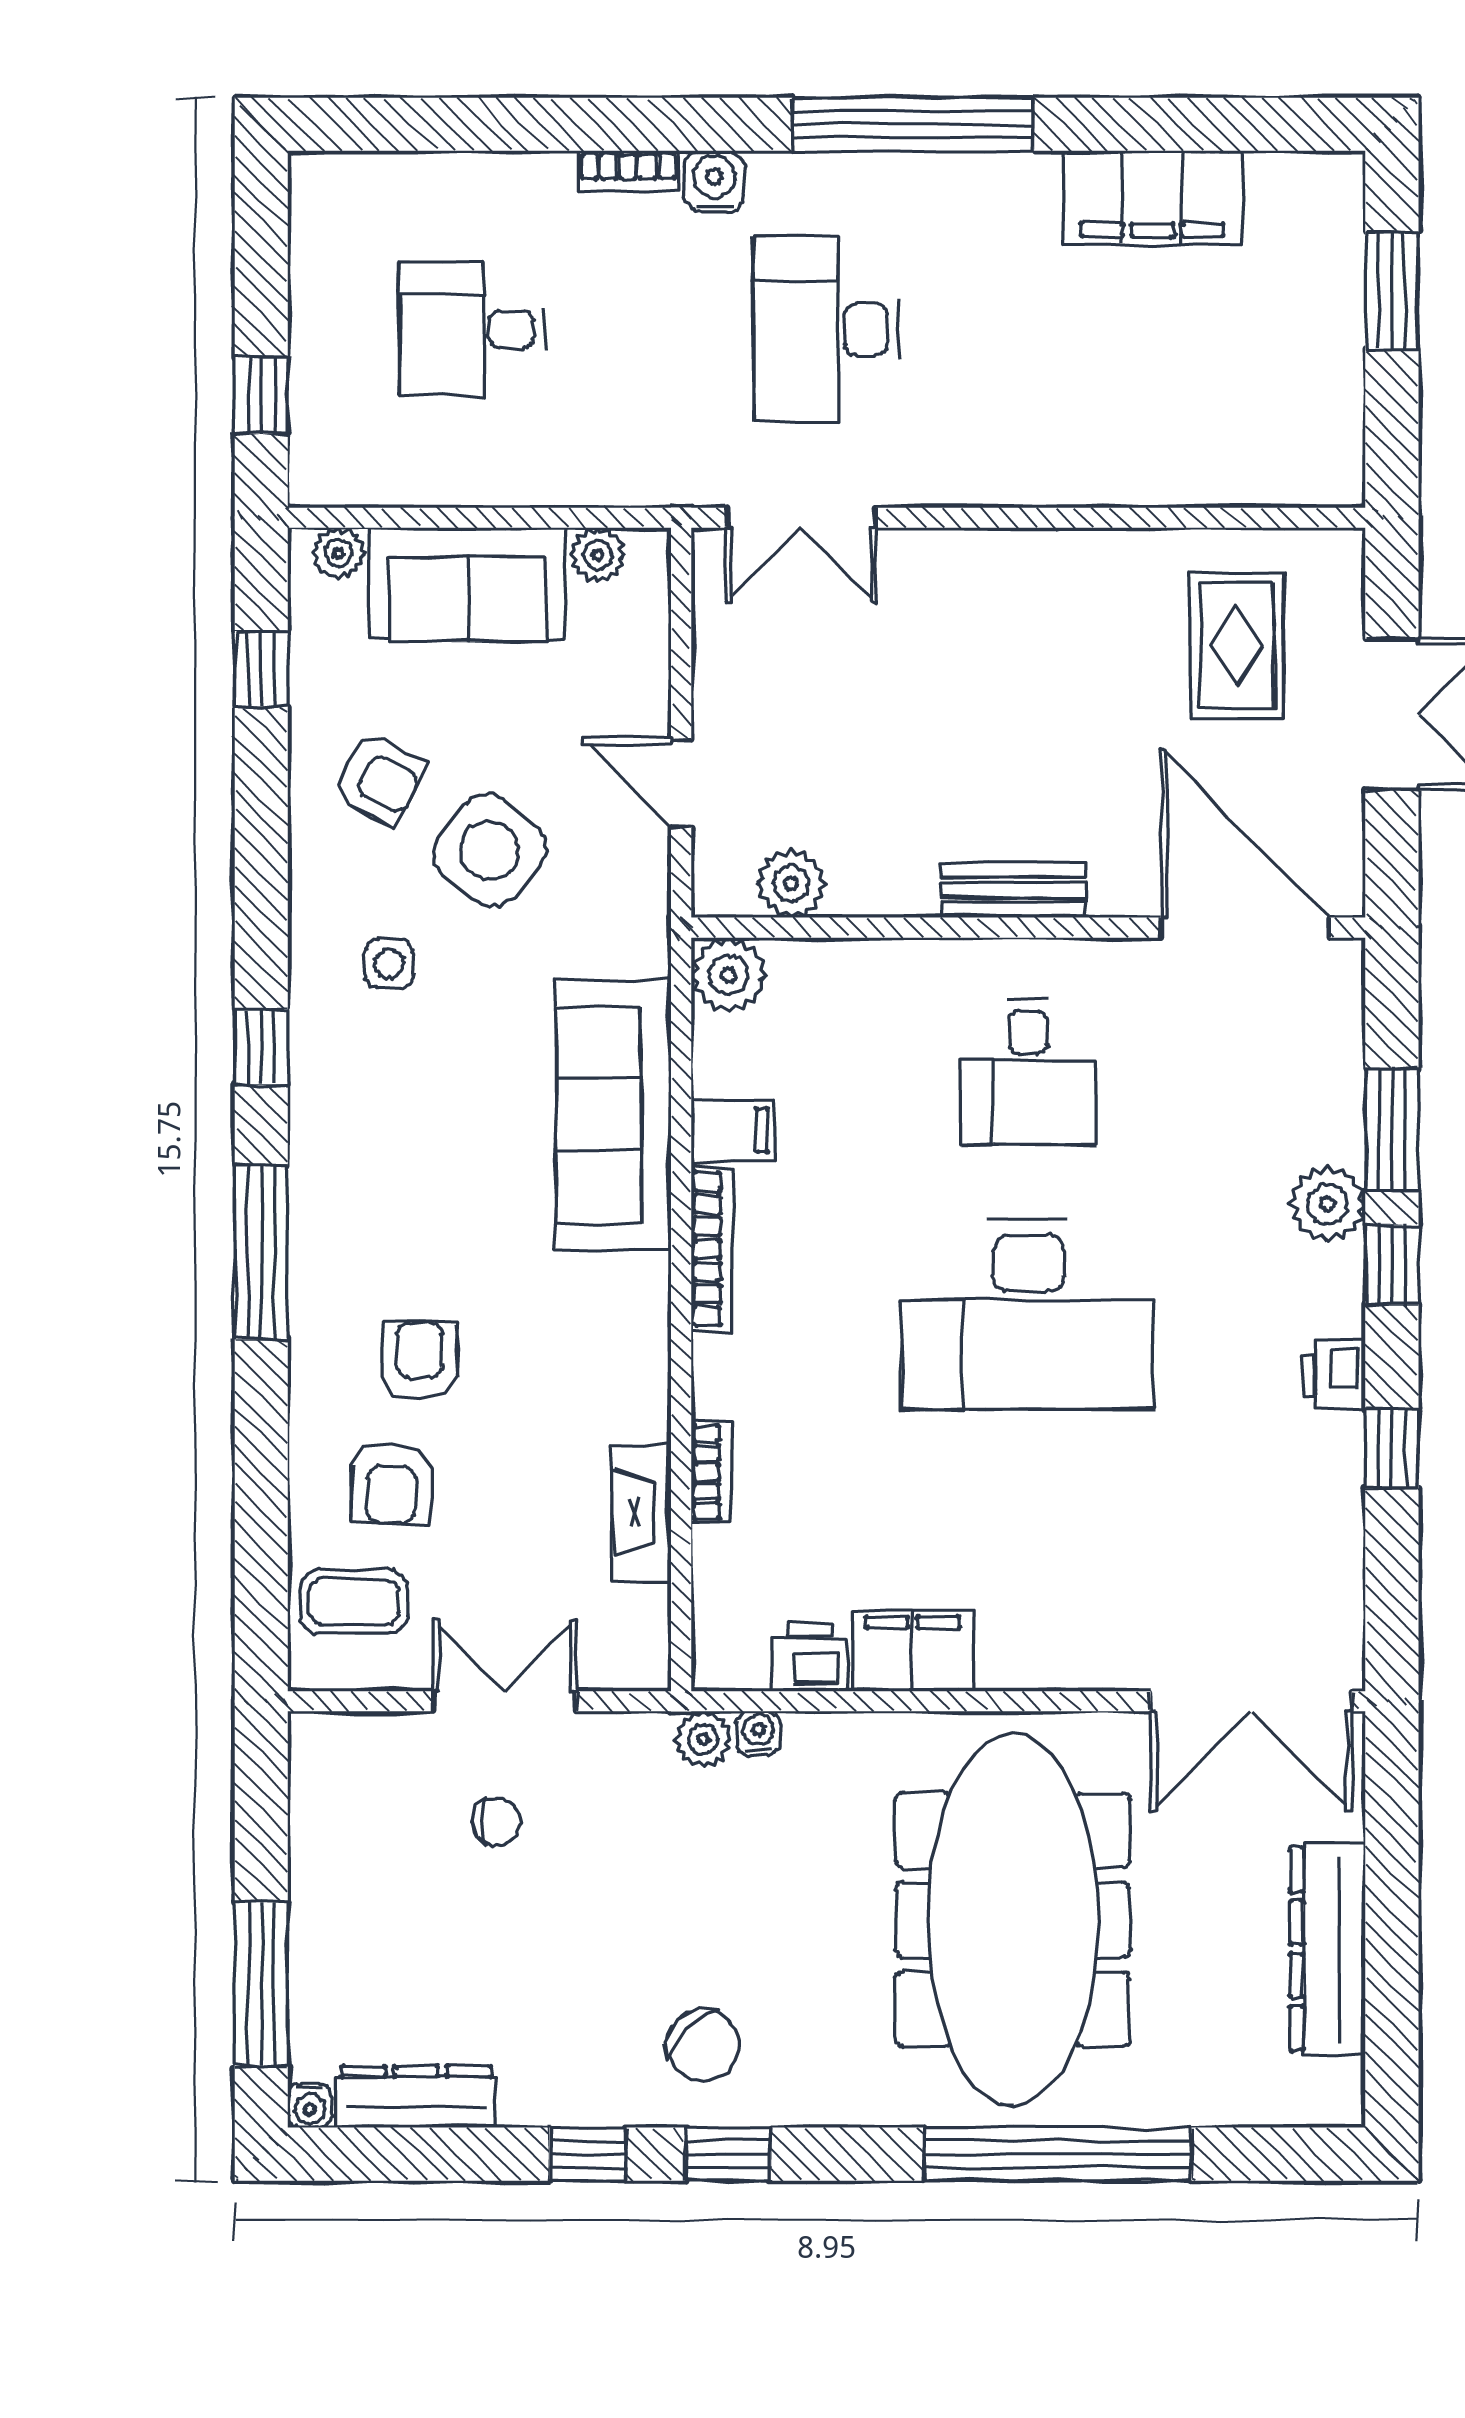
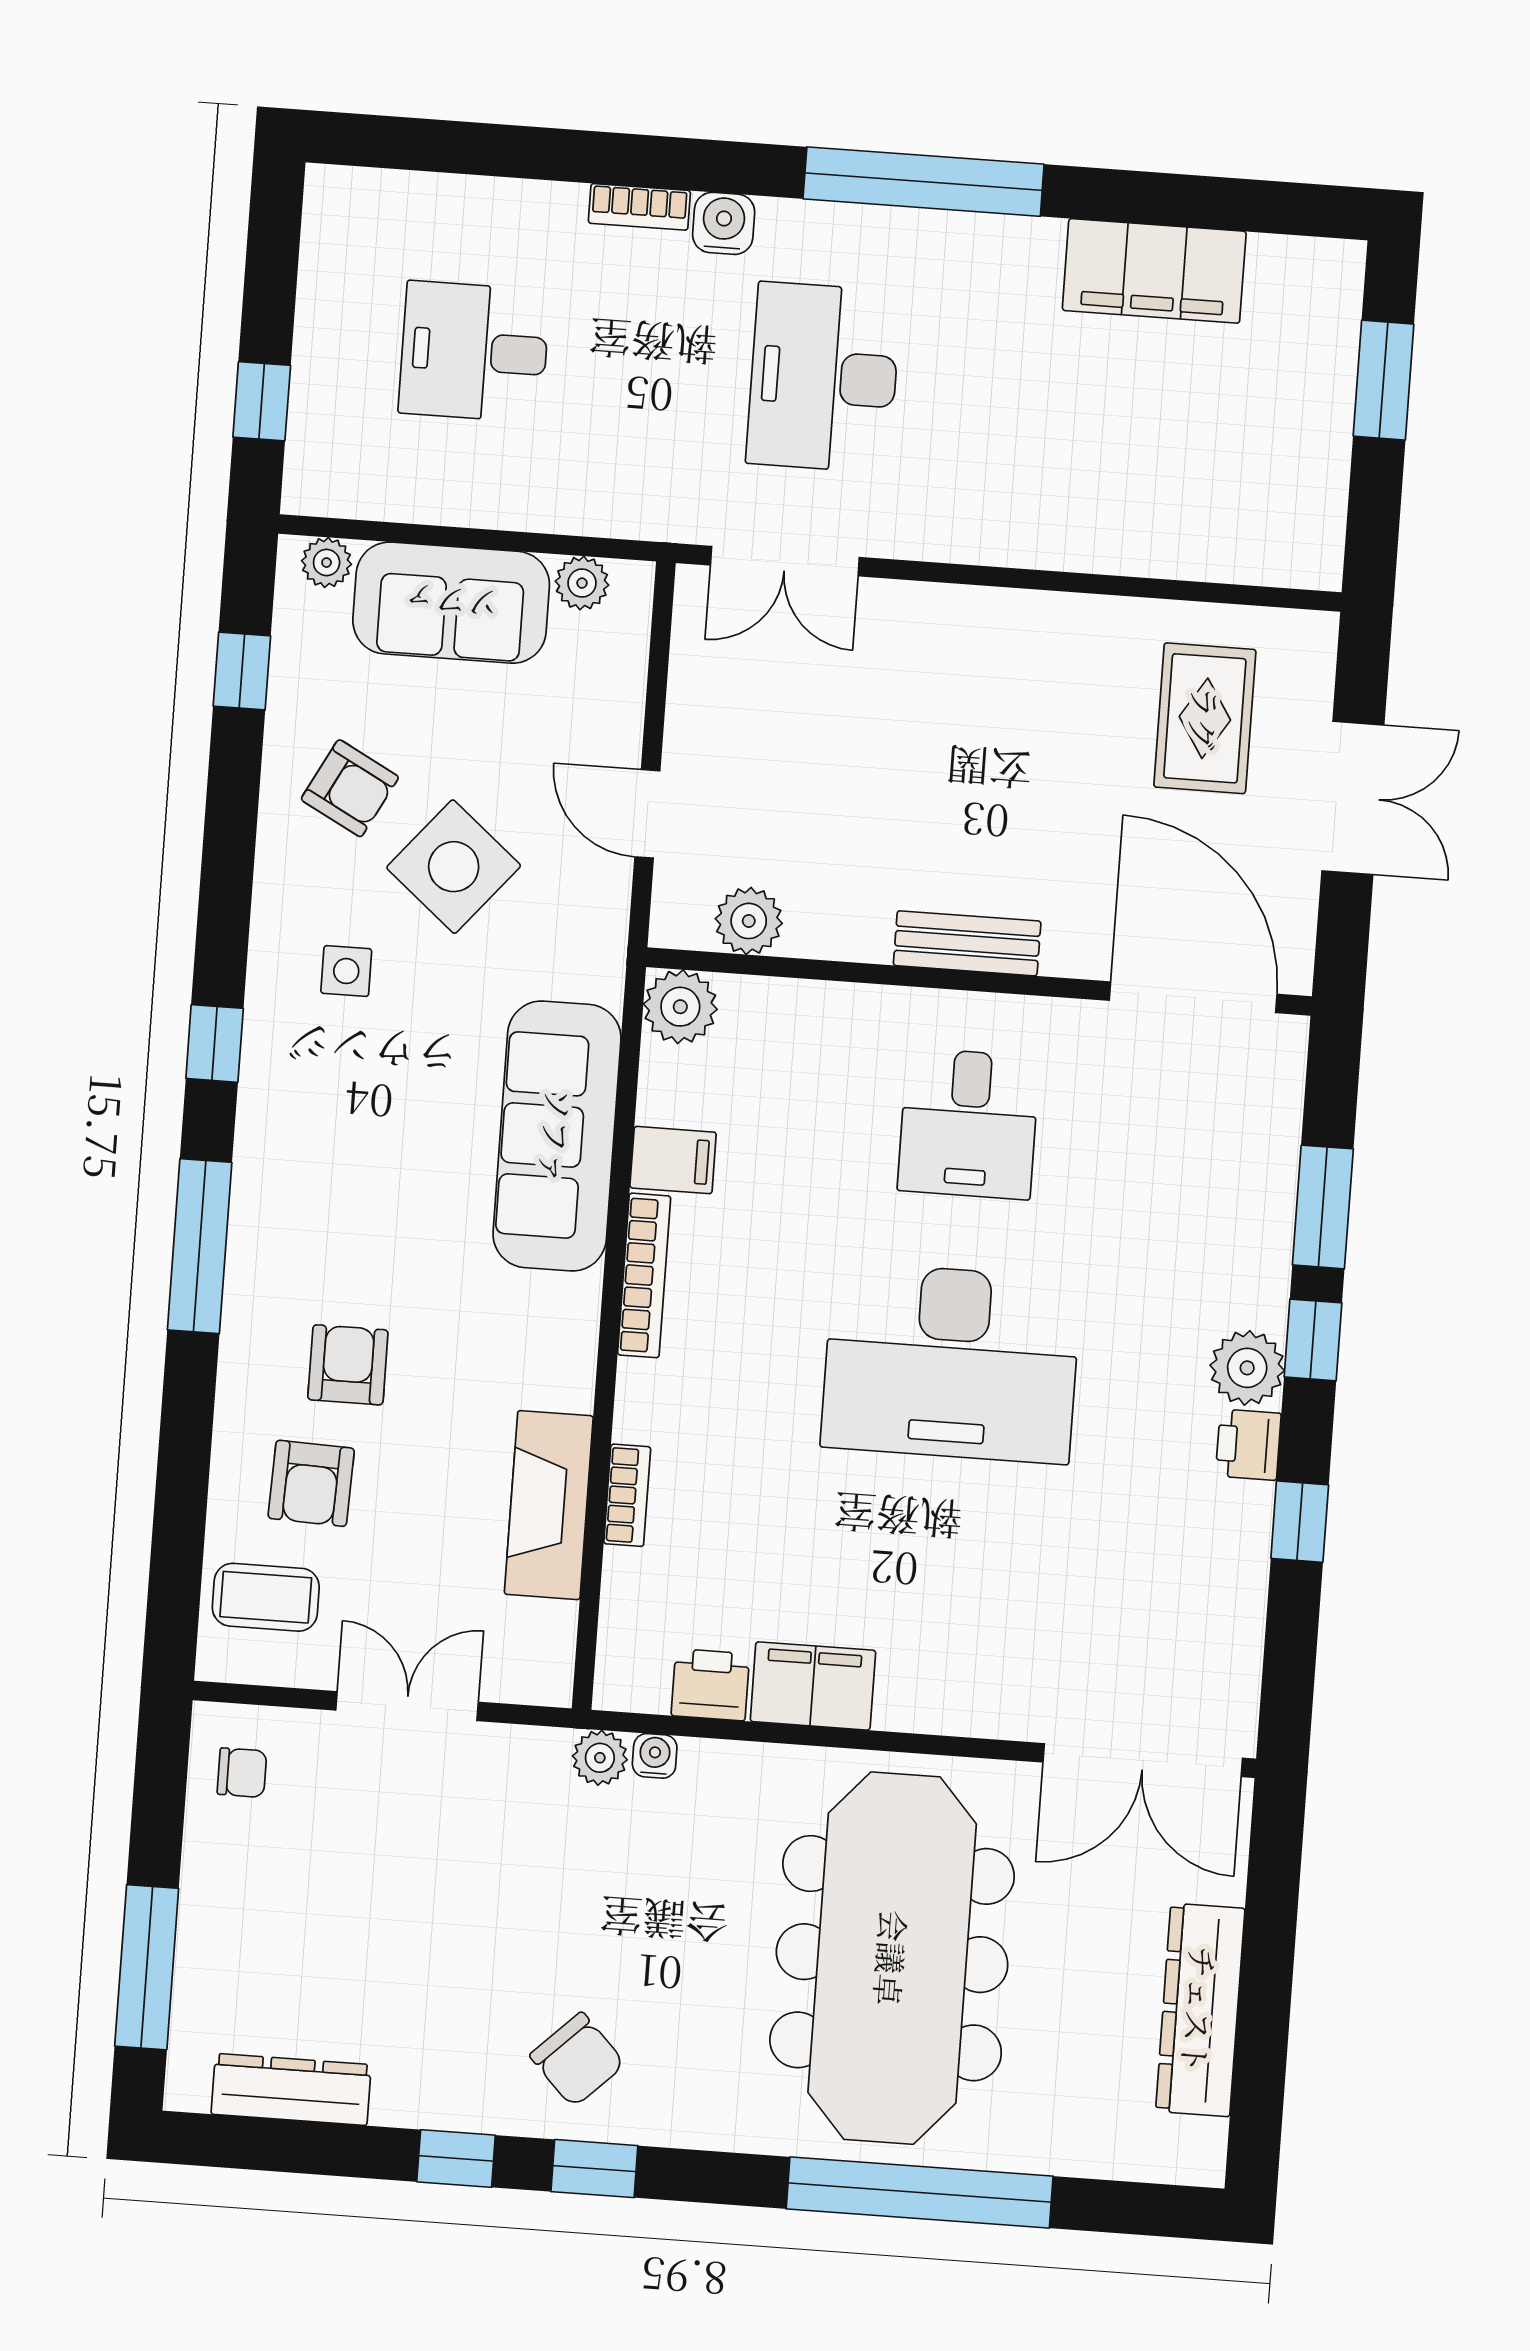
plant: (1327, 1204) -> (1247, 1368), moved
fireplace: (642, 1513) -> (549, 1505), width x1.37, depth x1.32
chair: (496, 1822) -> (242, 1773), moved
water cooler: (310, 2106) -> (186, 2091), removed

